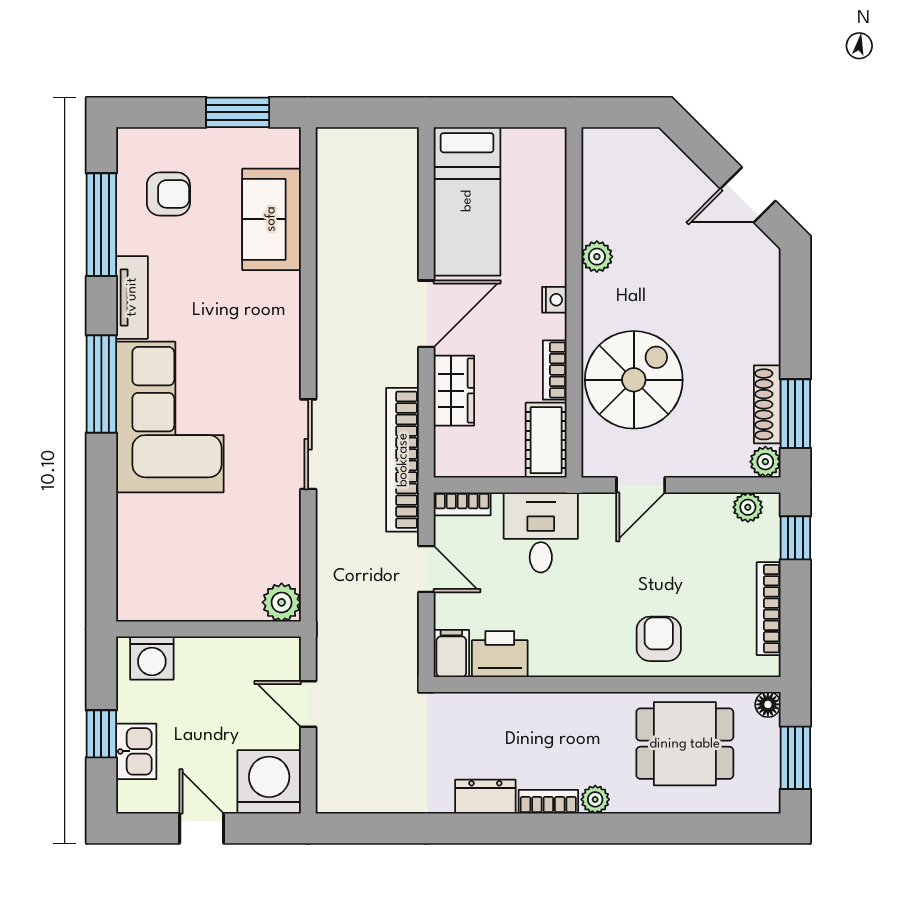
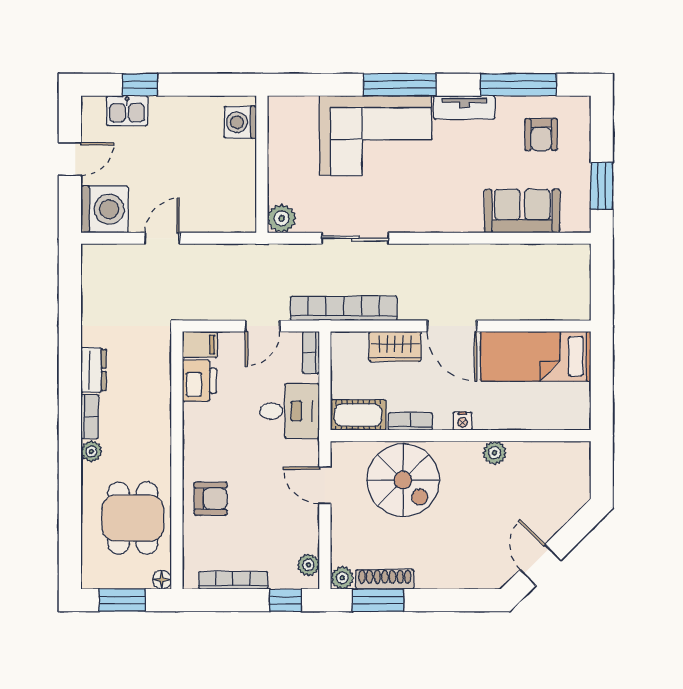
plant: (282, 602) -> (282, 218), moved
wall: (209, 629) -> (262, 164), moved
washing machine: (152, 658) -> (240, 122), moved

